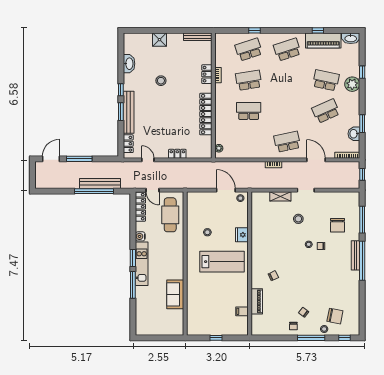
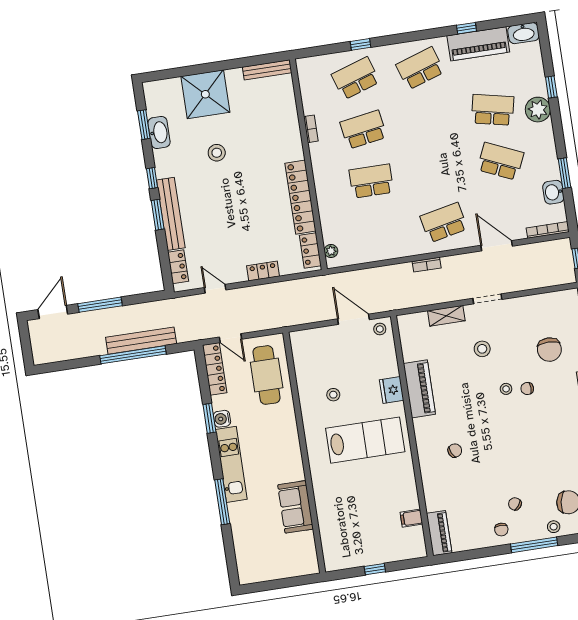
shower: (160, 40) -> (205, 94), width x1.86, depth x1.86
window: (121, 58) -> (144, 125), added
locker: (207, 74) -> (310, 251), moved
school desk: (326, 111) -> (501, 161), turned 48
piano: (258, 237) -> (419, 389), added
window: (133, 258) -> (209, 418), moved
piano: (257, 301) -> (439, 533), moved

